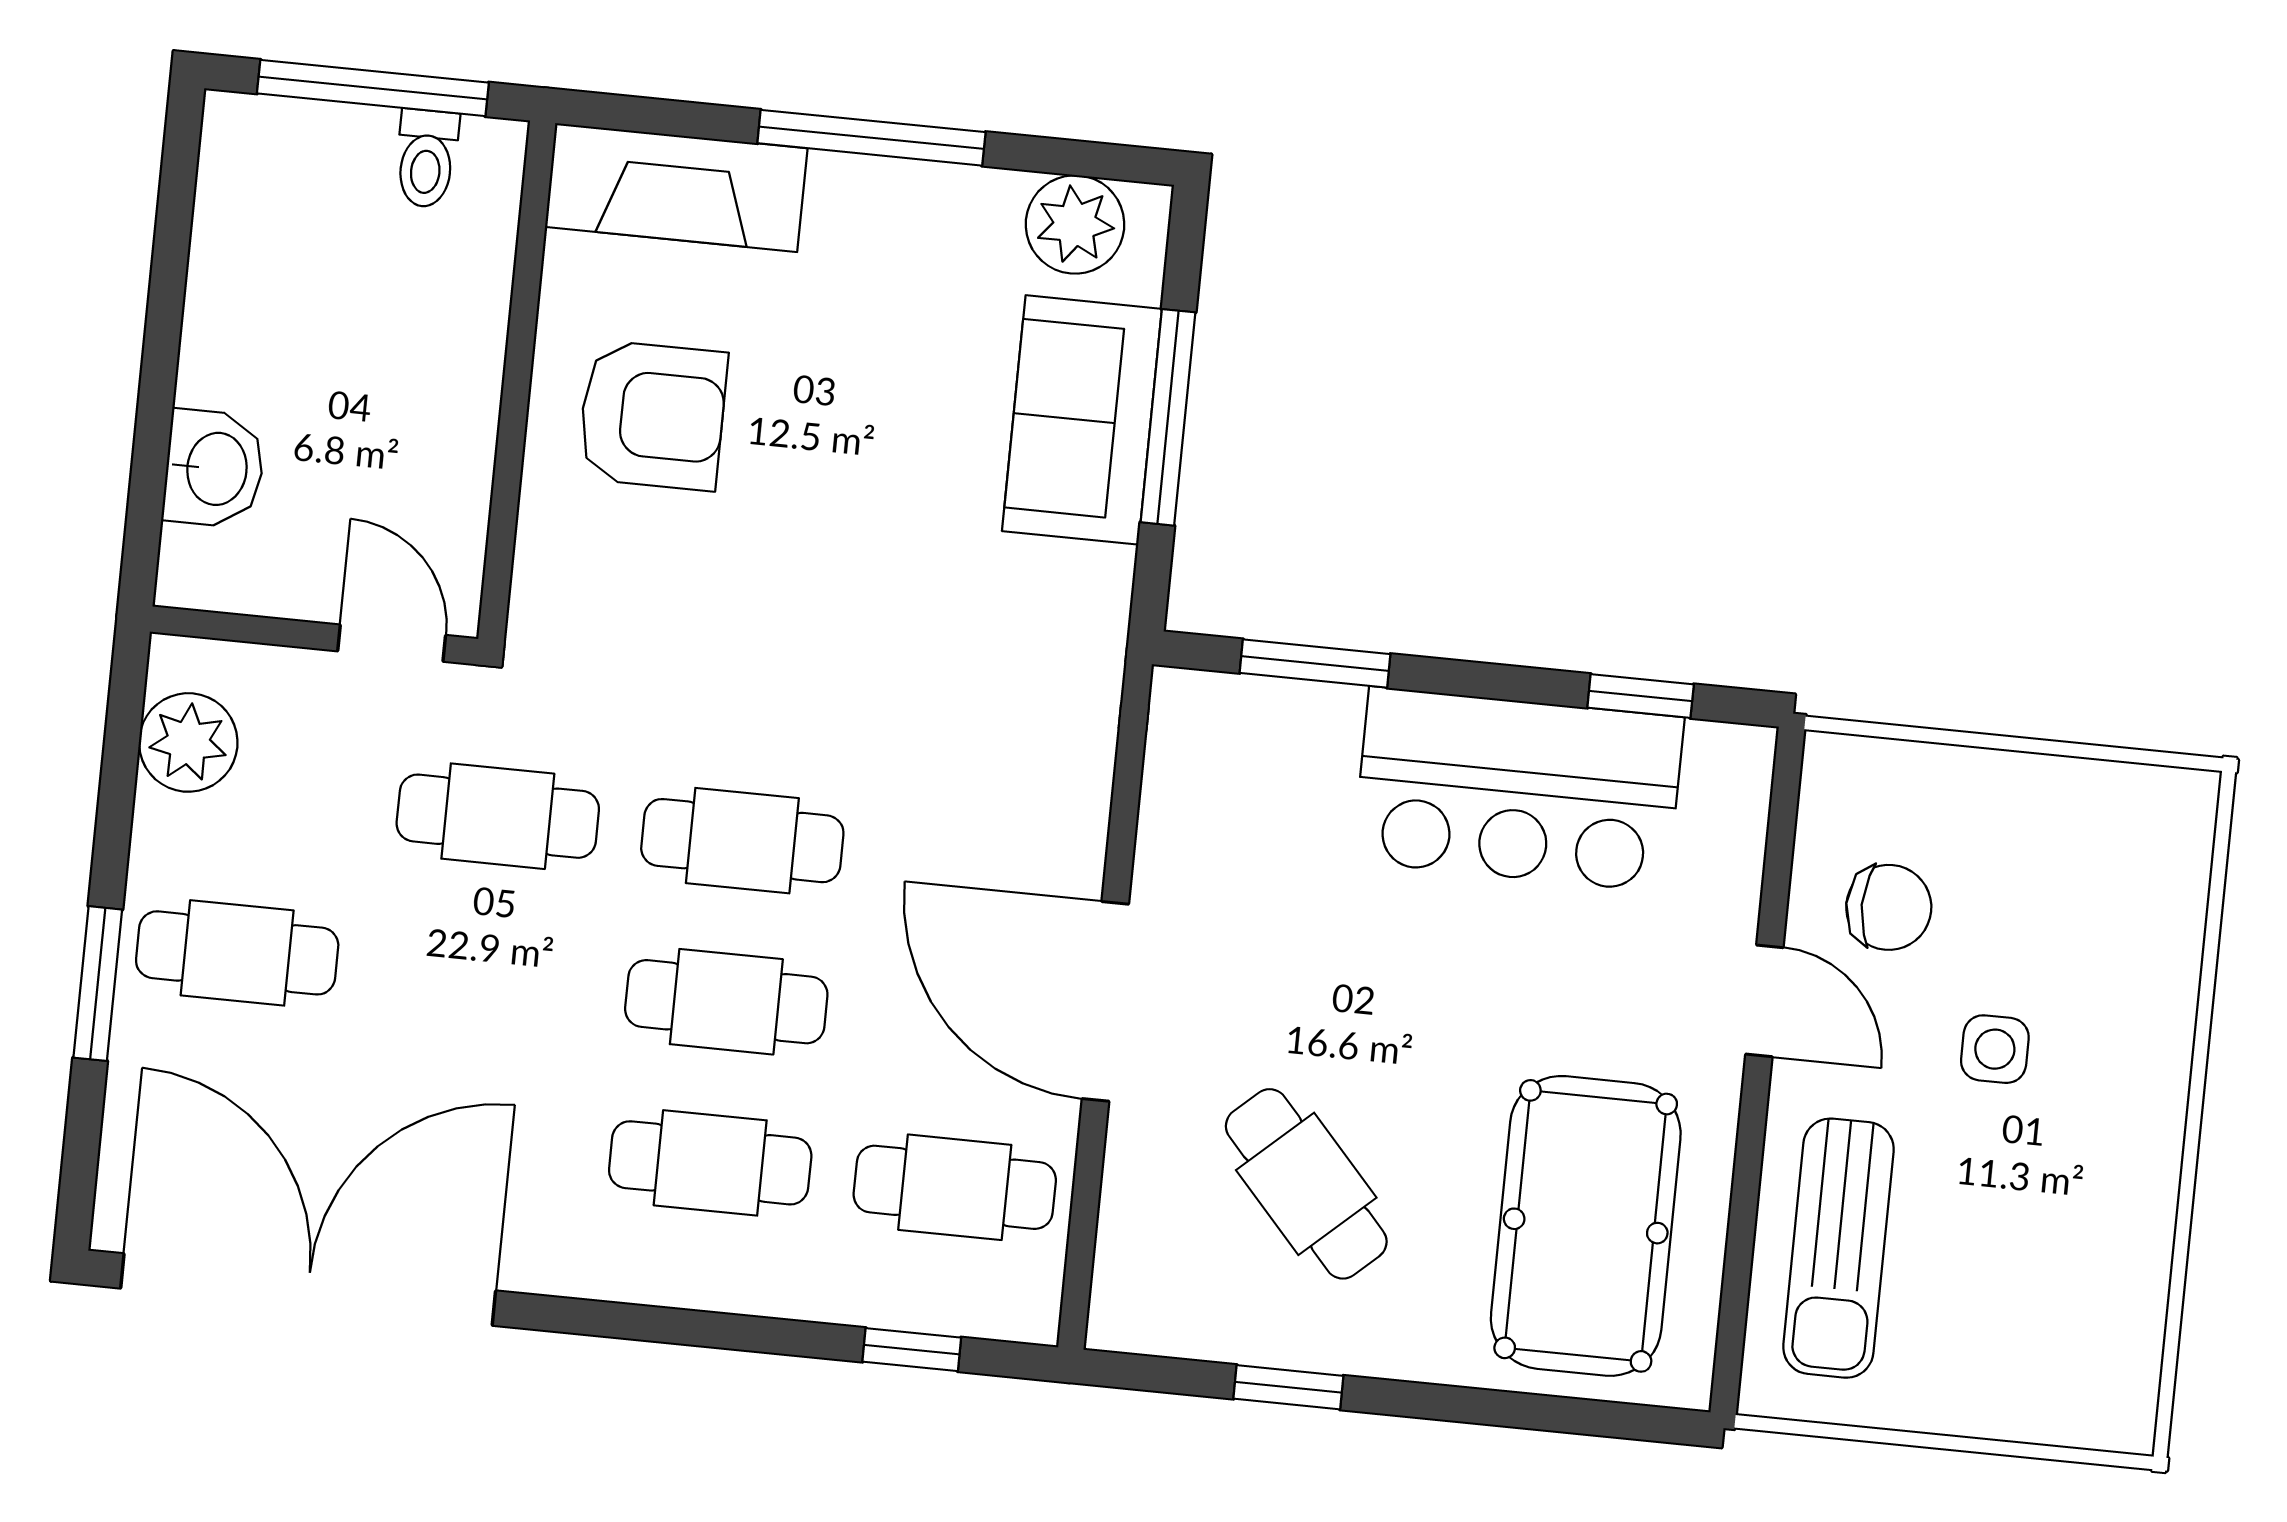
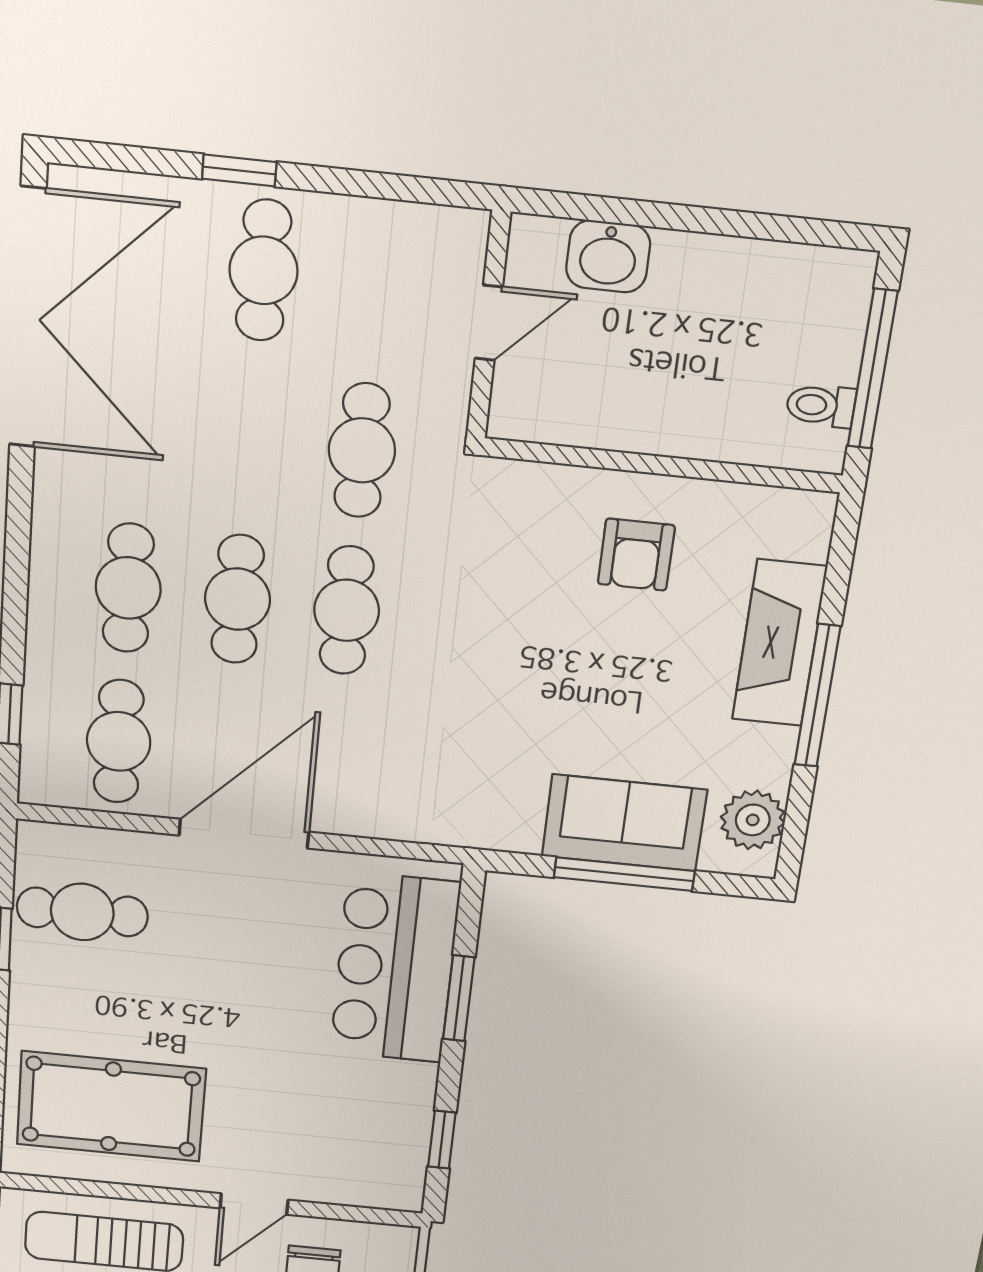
fireplace: (676, 188) -> (779, 643), moved
armchair: (652, 415) -> (636, 555), width x0.72, depth x0.72
door: (392, 643) -> (489, 323), moved
window: (1315, 663) -> (459, 998), moved
plant: (188, 742) -> (413, 237), removed
bar counter: (1518, 789) -> (395, 968), moved
window: (98, 984) -> (239, 170), width x0.67
cafe table: (1306, 1184) -> (82, 912), moved, turned 42

